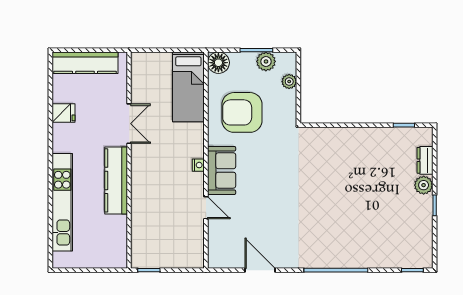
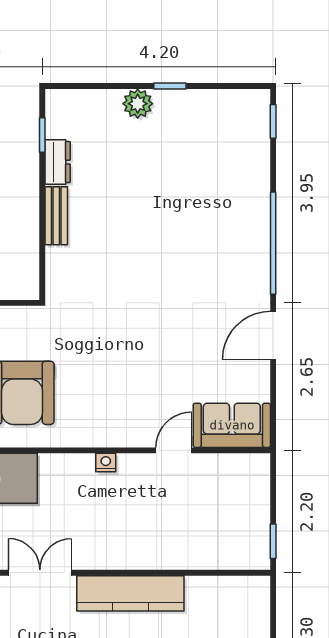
bench: (353, 134) -> (56, 216), added
dresser: (425, 160) -> (58, 162), moved, turned -90
sofa: (222, 170) -> (232, 425), moved
door: (260, 270) -> (273, 335), moved

